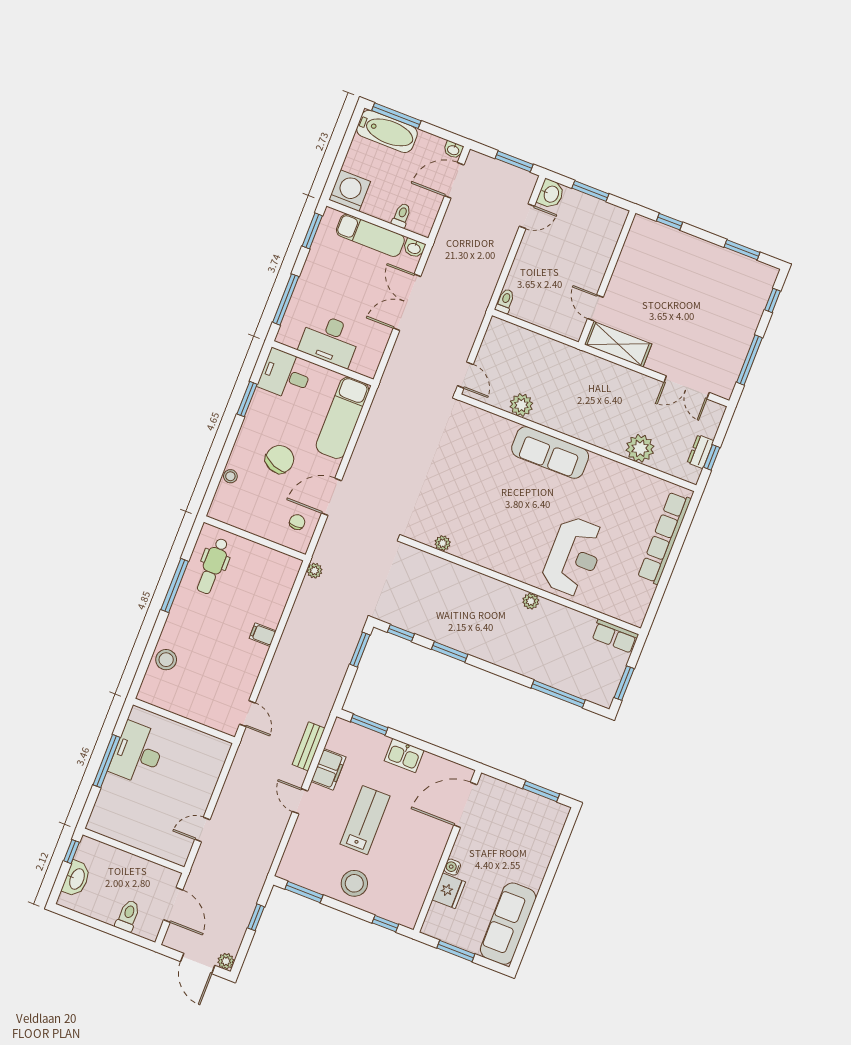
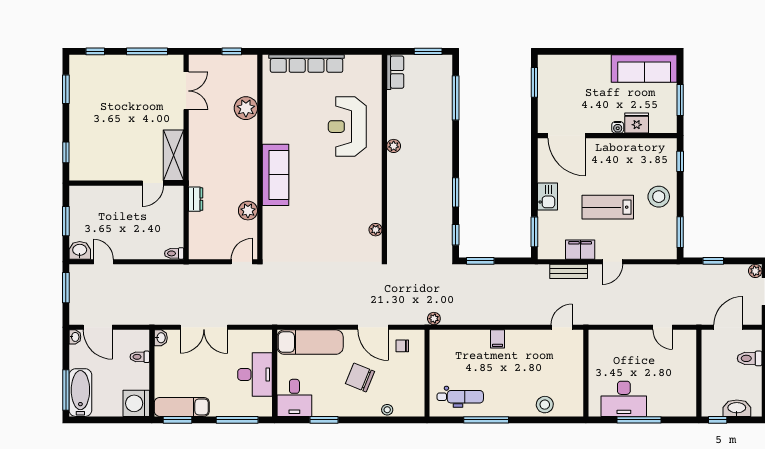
exam couch: (370, 235) -> (182, 407), moved, turned -90
dresser: (700, 452) -> (196, 199), moved, turned -90
reception desk: (574, 557) -> (347, 127), turned -90

